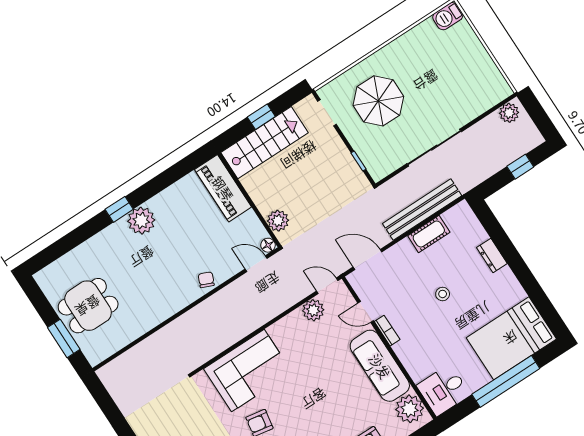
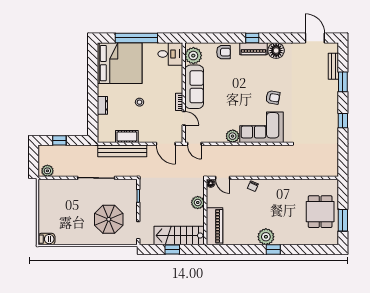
plant: (278, 221) -> (198, 203), moved
dining table: (88, 306) -> (320, 212), turned 90
plant: (313, 310) -> (233, 136), moved
window: (64, 338) -> (343, 220), moved
bed: (511, 338) -> (120, 63), width x1.36

